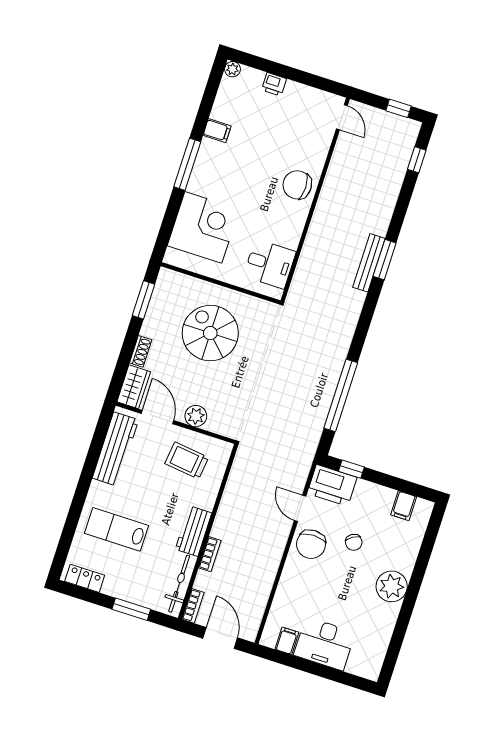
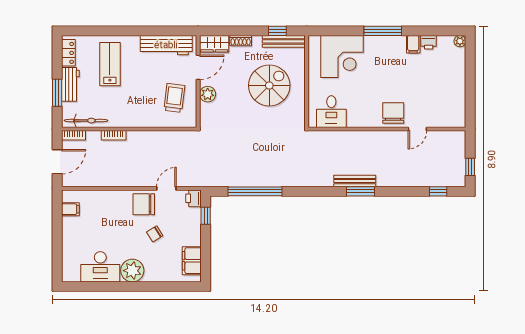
printer: (274, 84) -> (429, 42), moved, turned -90
door: (342, 117) -> (417, 129), moved
bench: (160, 296) -> (284, 41), added
window: (143, 300) -> (277, 31), width x0.67
printer: (332, 485) -> (194, 198), width x0.53, depth x0.68
filing cabinet: (404, 506) -> (192, 261), width x2.00
workbench: (194, 531) -> (70, 84), moved, turned 90
desk: (324, 644) -> (100, 267), moved, turned -90

